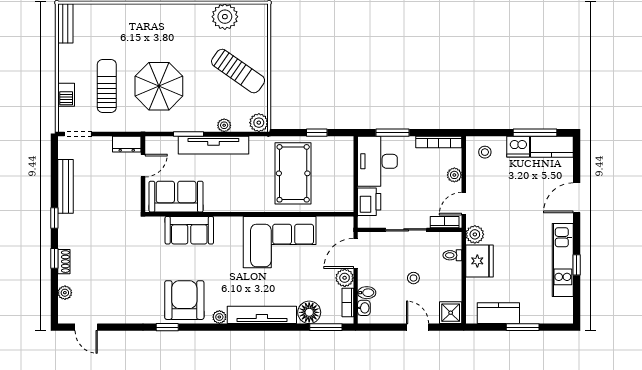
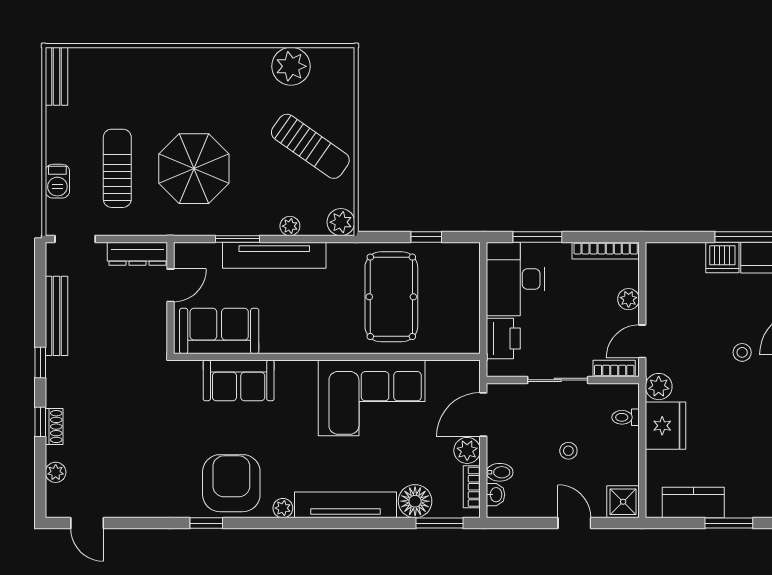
dresser: (127, 144) -> (137, 254), width x1.44
stool: (485, 152) -> (742, 352), moved

